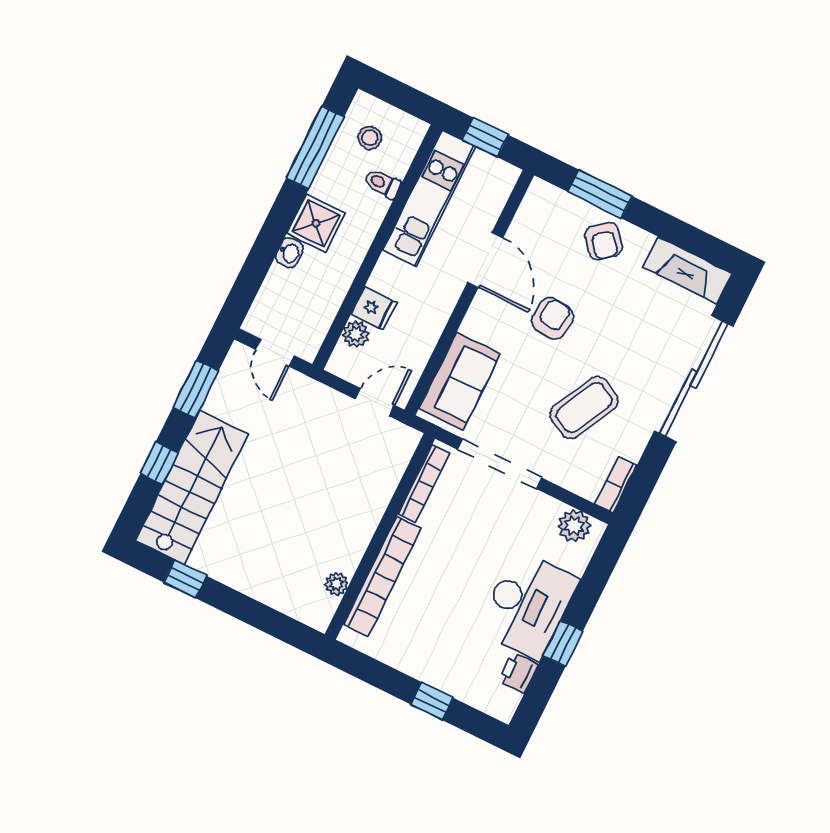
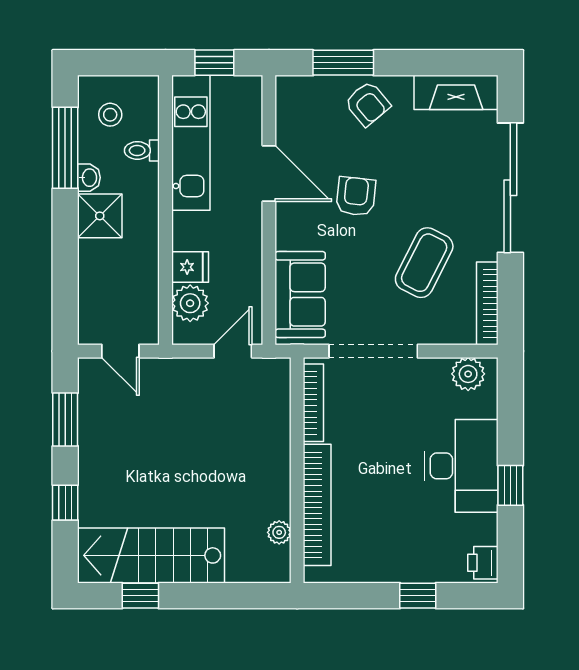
washbasin: (289, 253) -> (89, 178), moved
plant: (356, 334) -> (190, 303), width x1.38, depth x1.38
bookcase: (616, 485) -> (487, 303), width x1.56
stairs: (192, 487) -> (151, 555), moved, turned -90
printer: (518, 673) -> (483, 563), moved

